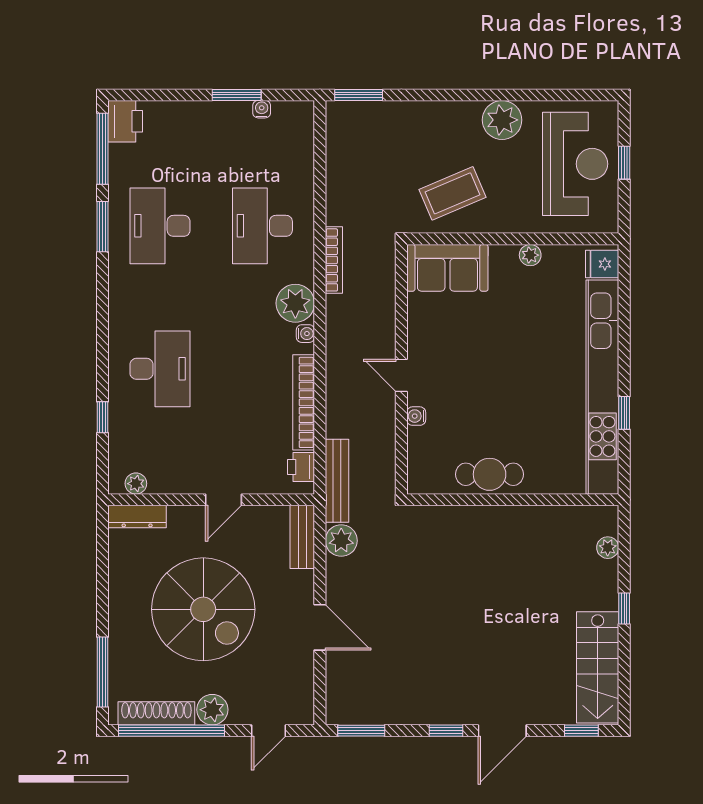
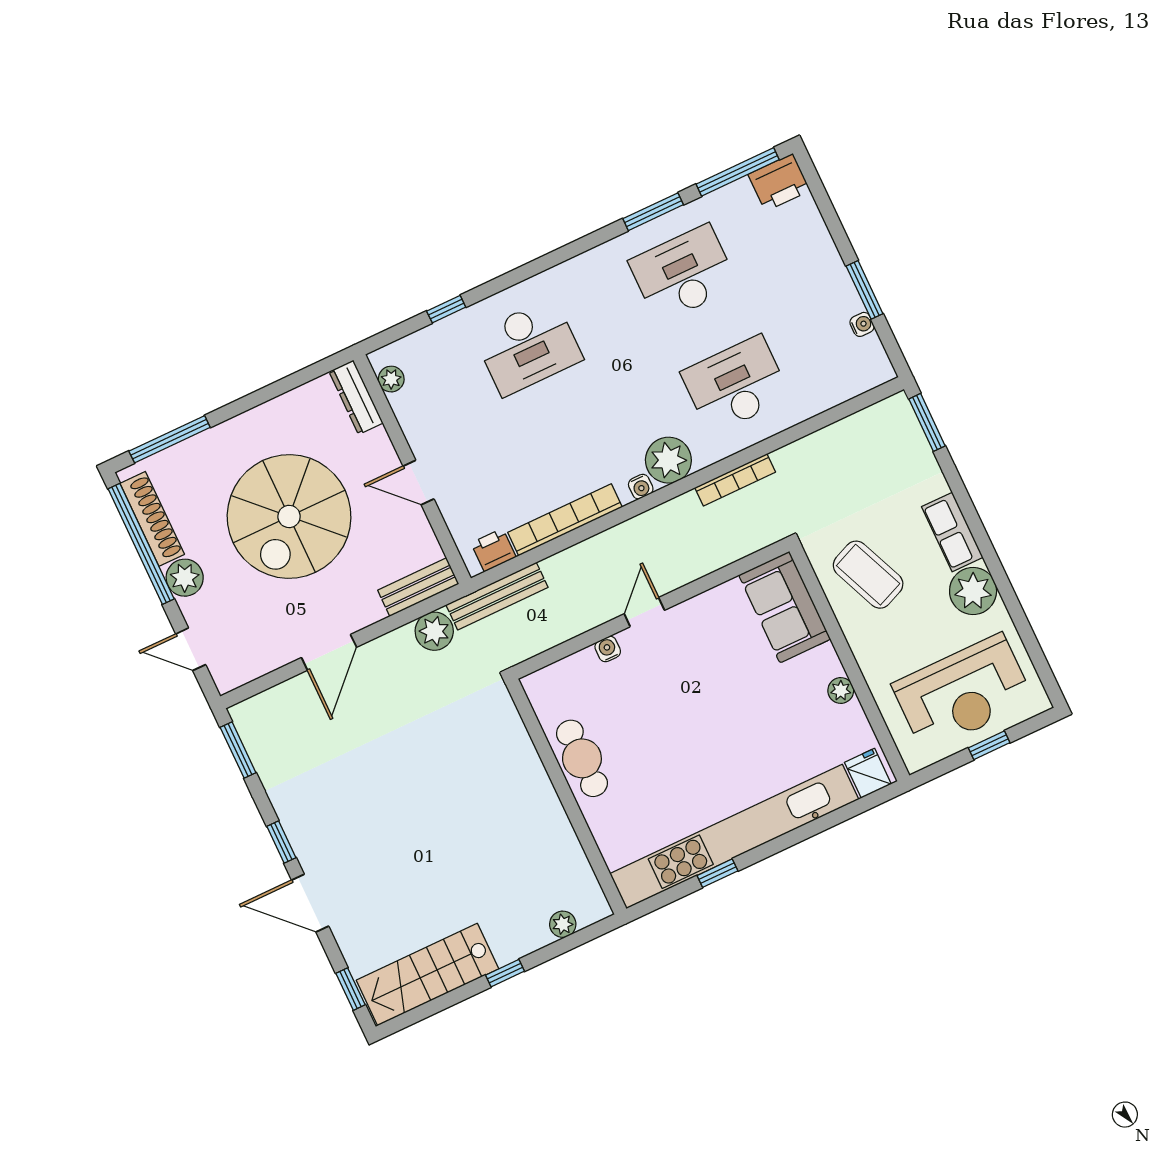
row of seats: (450, 115) -> (952, 532), added

